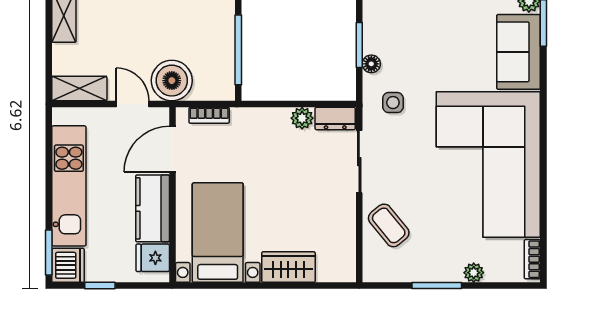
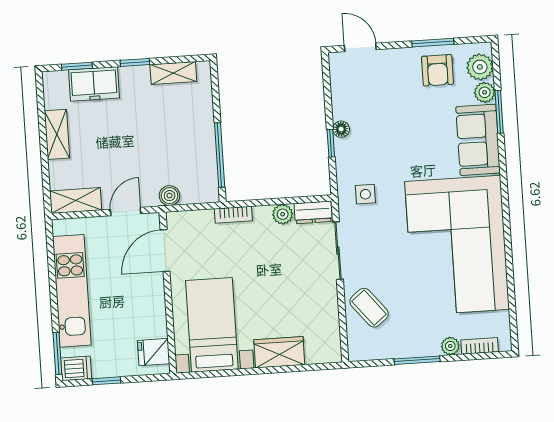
window: (359, 45) -> (331, 143), width x0.67
floor lamp: (371, 64) -> (341, 129), moved
boiler: (172, 81) -> (170, 196), width x0.54, depth x0.54
door: (133, 104) -> (126, 212), hinge flipped
bookcase: (209, 115) -> (233, 215), moved
kitchen counter: (153, 208) -> (150, 306), removed
bookcase: (532, 259) -> (480, 346), moved, turned 90
dishwasher: (68, 265) -> (76, 368), width x0.73

